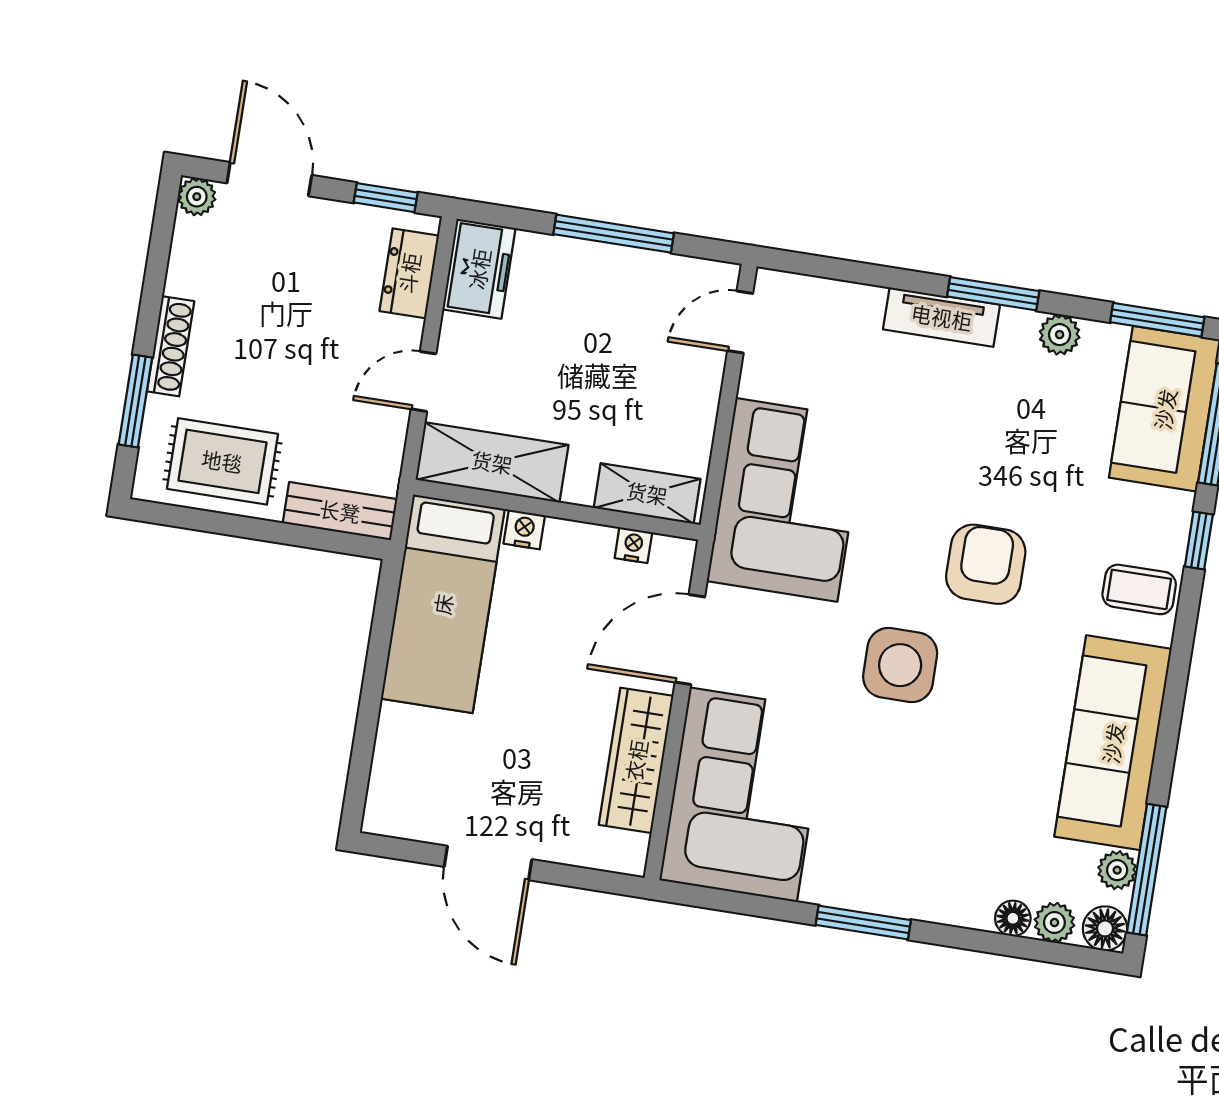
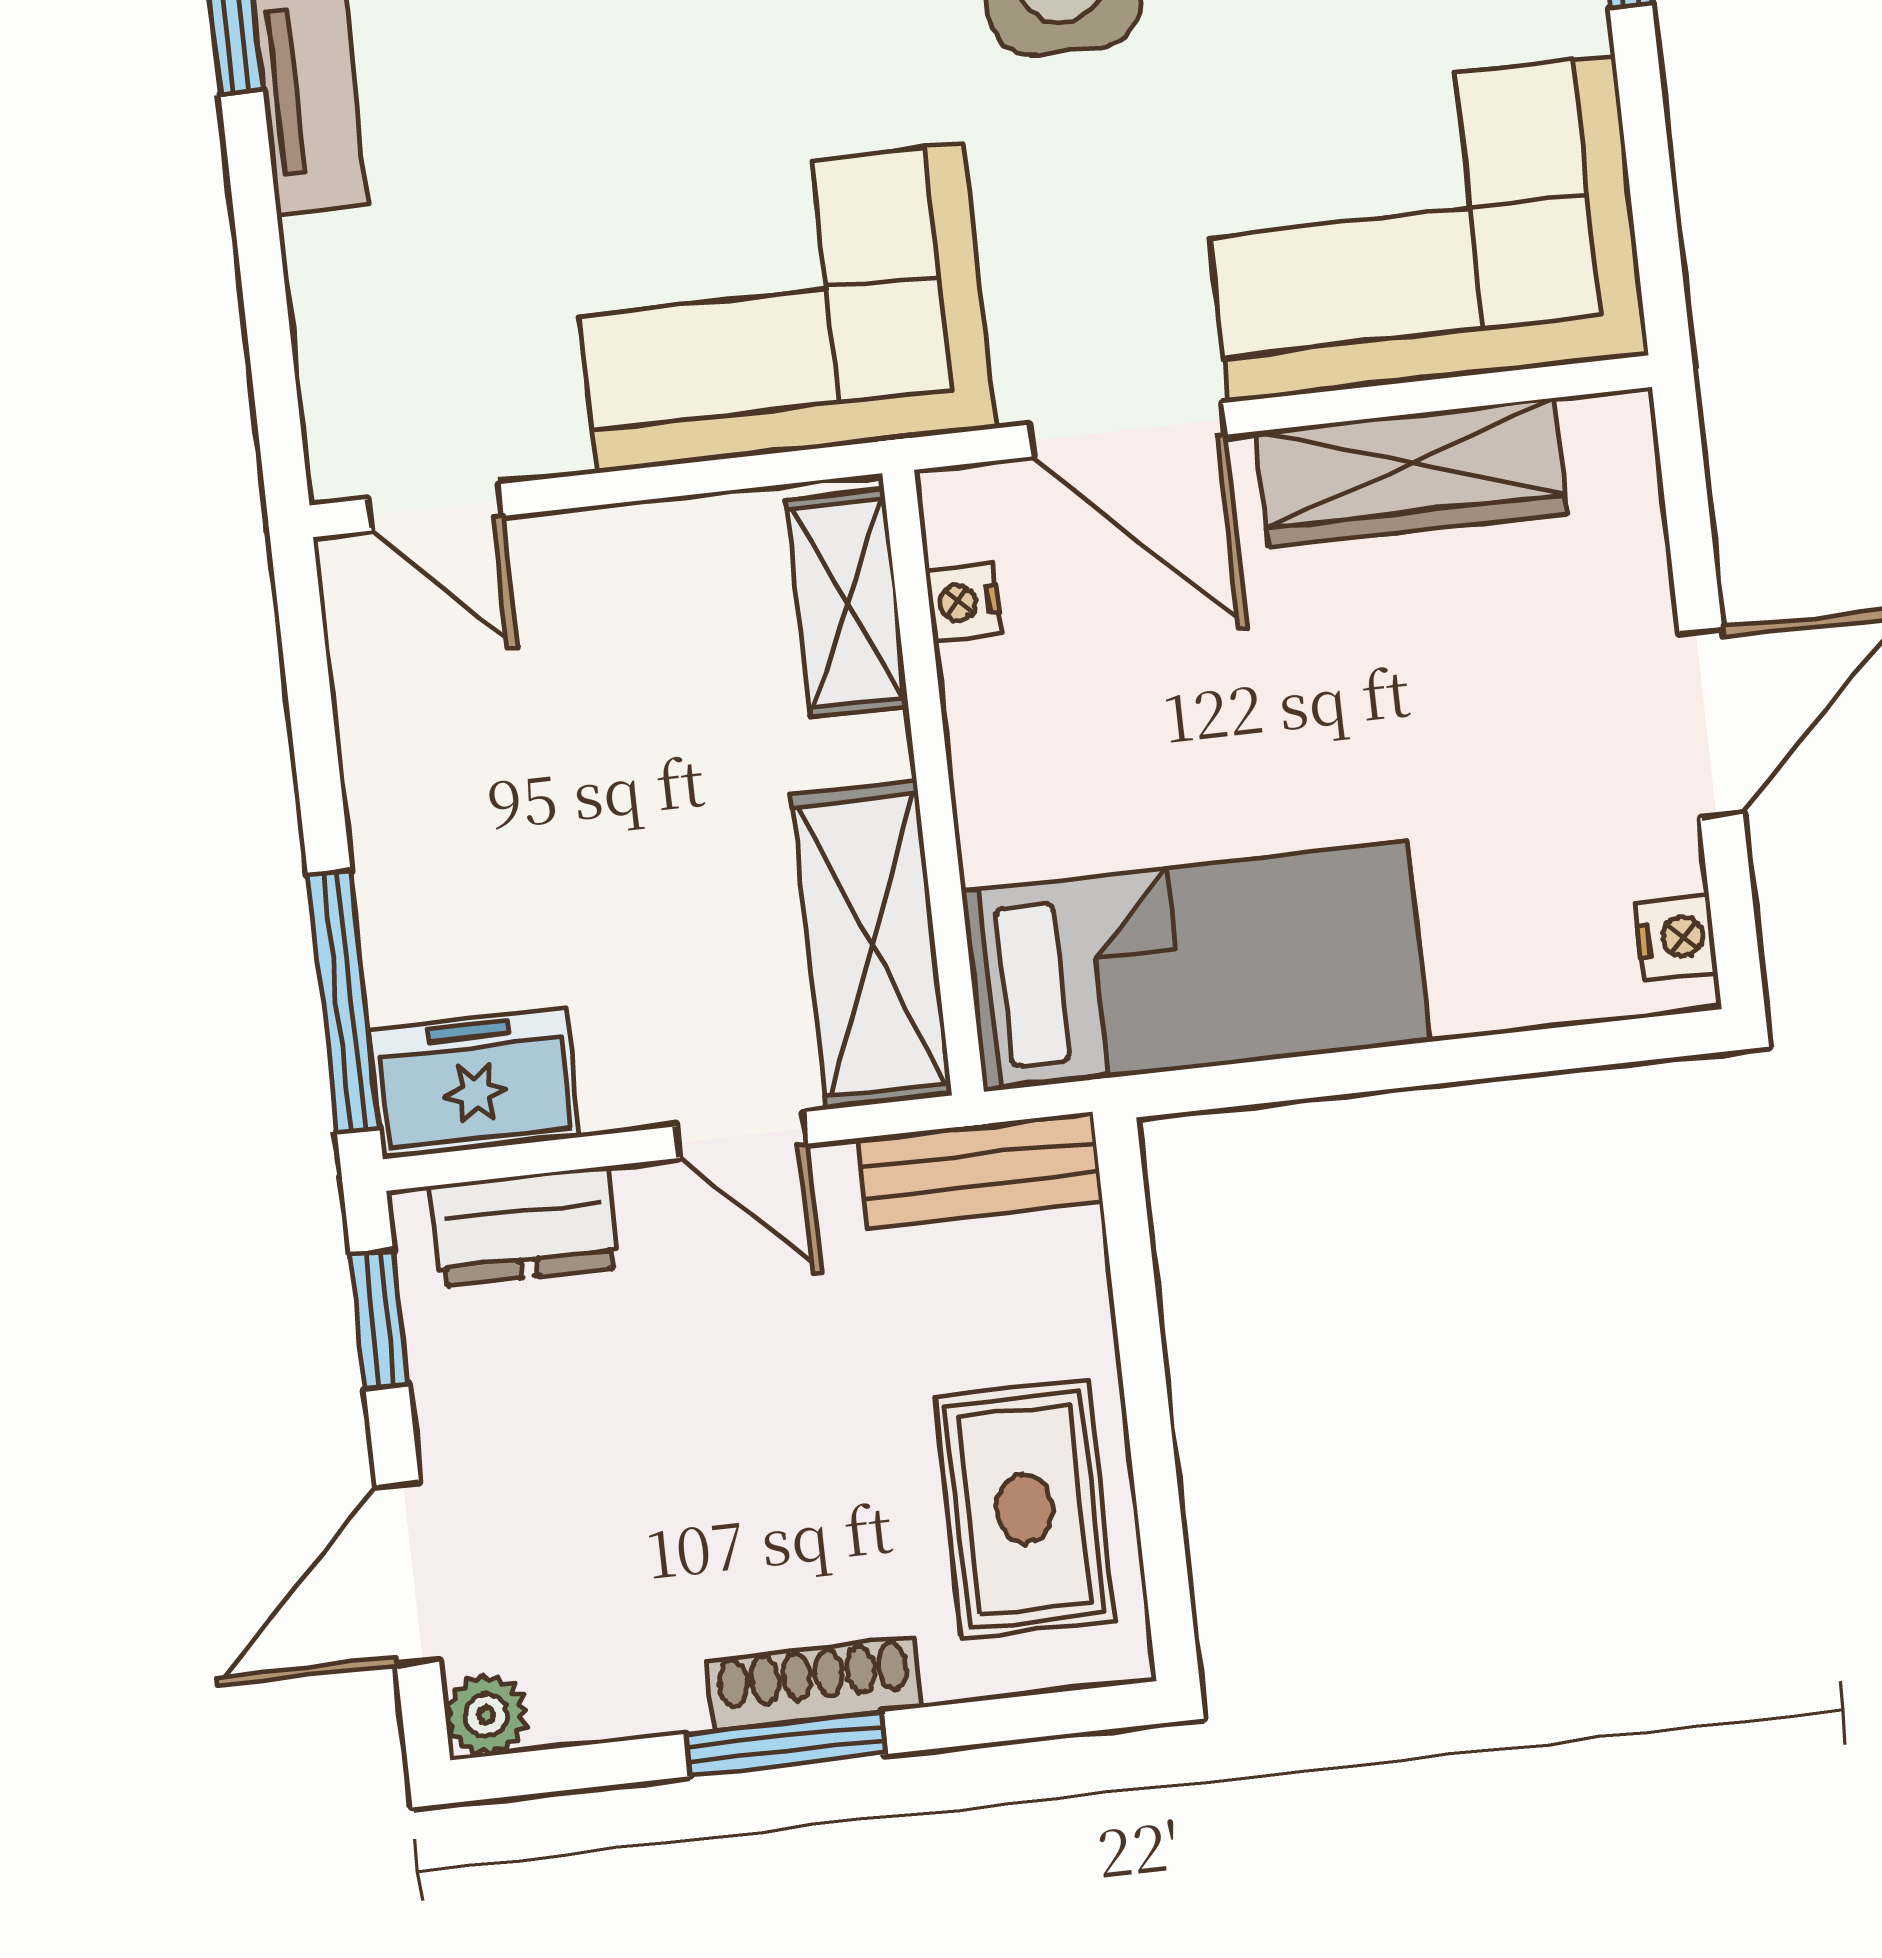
window: (614, 234) -> (344, 1001), moved
window: (135, 401) -> (786, 1744), moved
bench: (340, 511) -> (980, 1170), moved, turned 90
nightstand: (524, 529) -> (1676, 937), moved, turned 180

